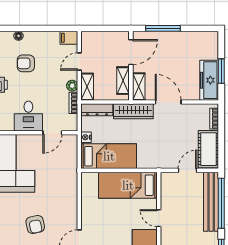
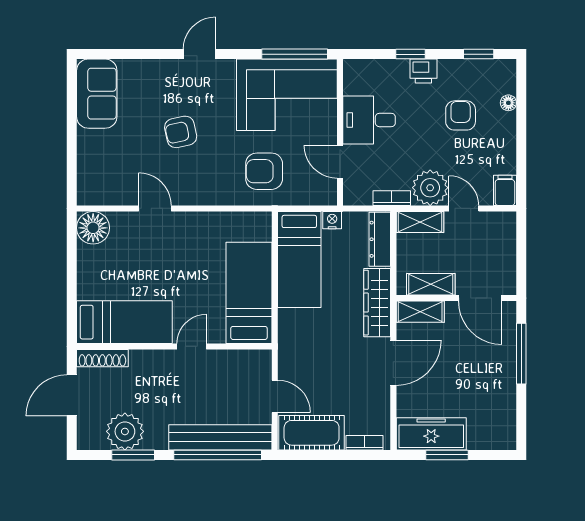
plant: (72, 86) -> (430, 188), width x1.87, depth x1.87
armchair: (58, 176) -> (264, 171), added

